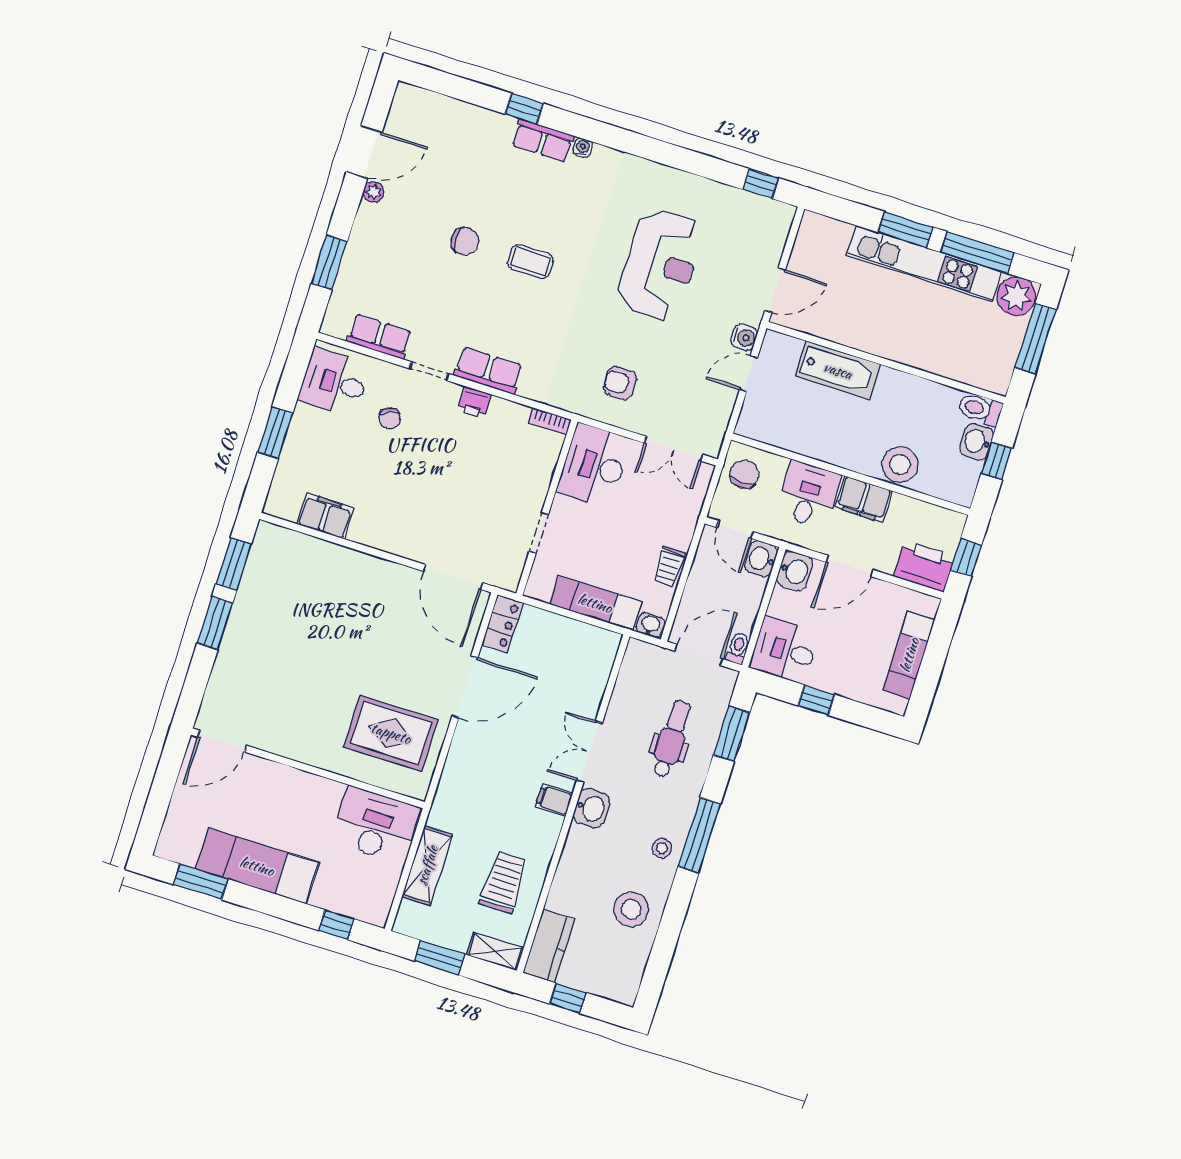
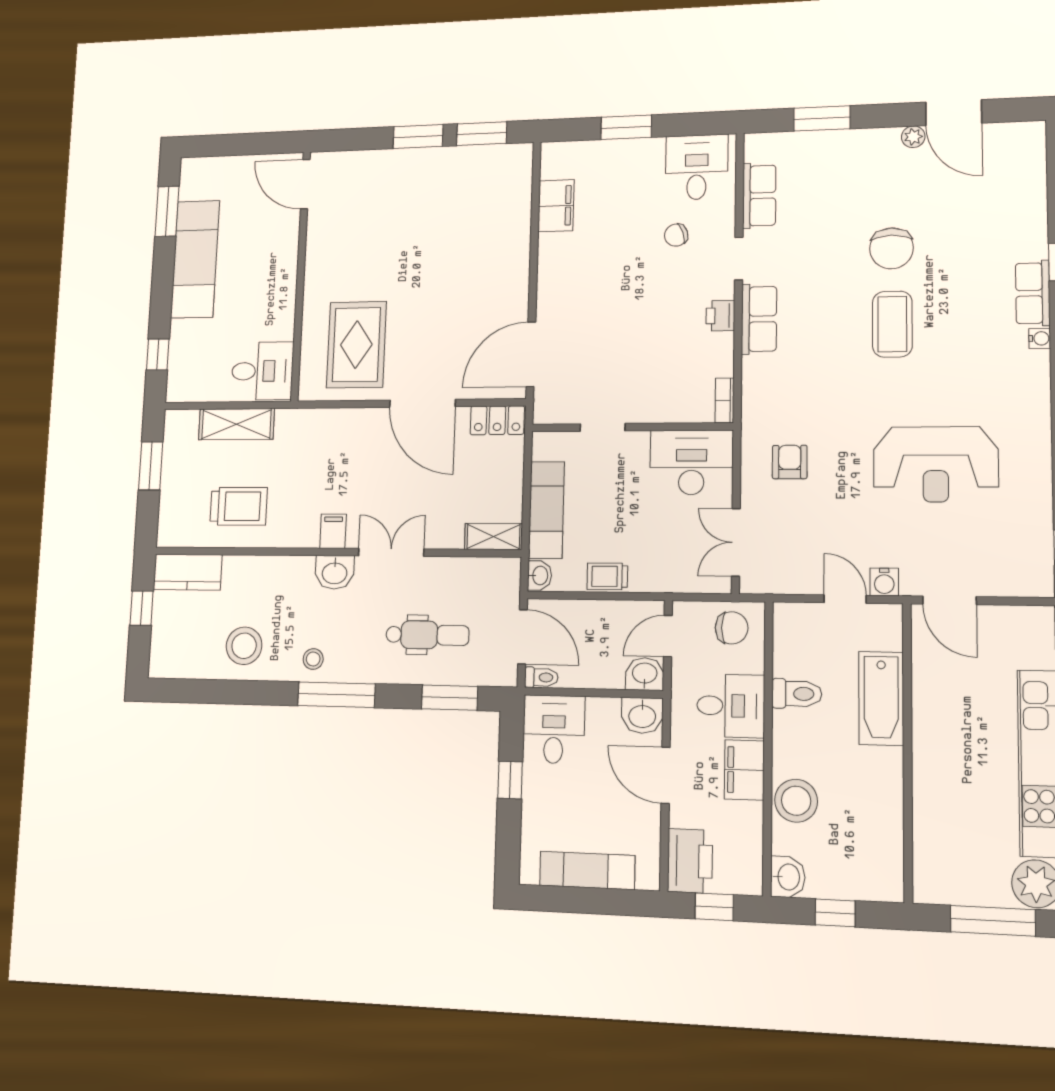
chair: (465, 241) -> (891, 248), width x1.37, depth x1.37
coffee table: (530, 262) -> (892, 324), width x1.36, depth x1.30
toilet: (980, 409) -> (797, 694), moved, turned 90
washbasin: (977, 442) -> (788, 877), moved, turned 90
desk: (376, 825) -> (262, 371), width x0.73
shelving: (495, 951) -> (493, 537), moved, turned 90

